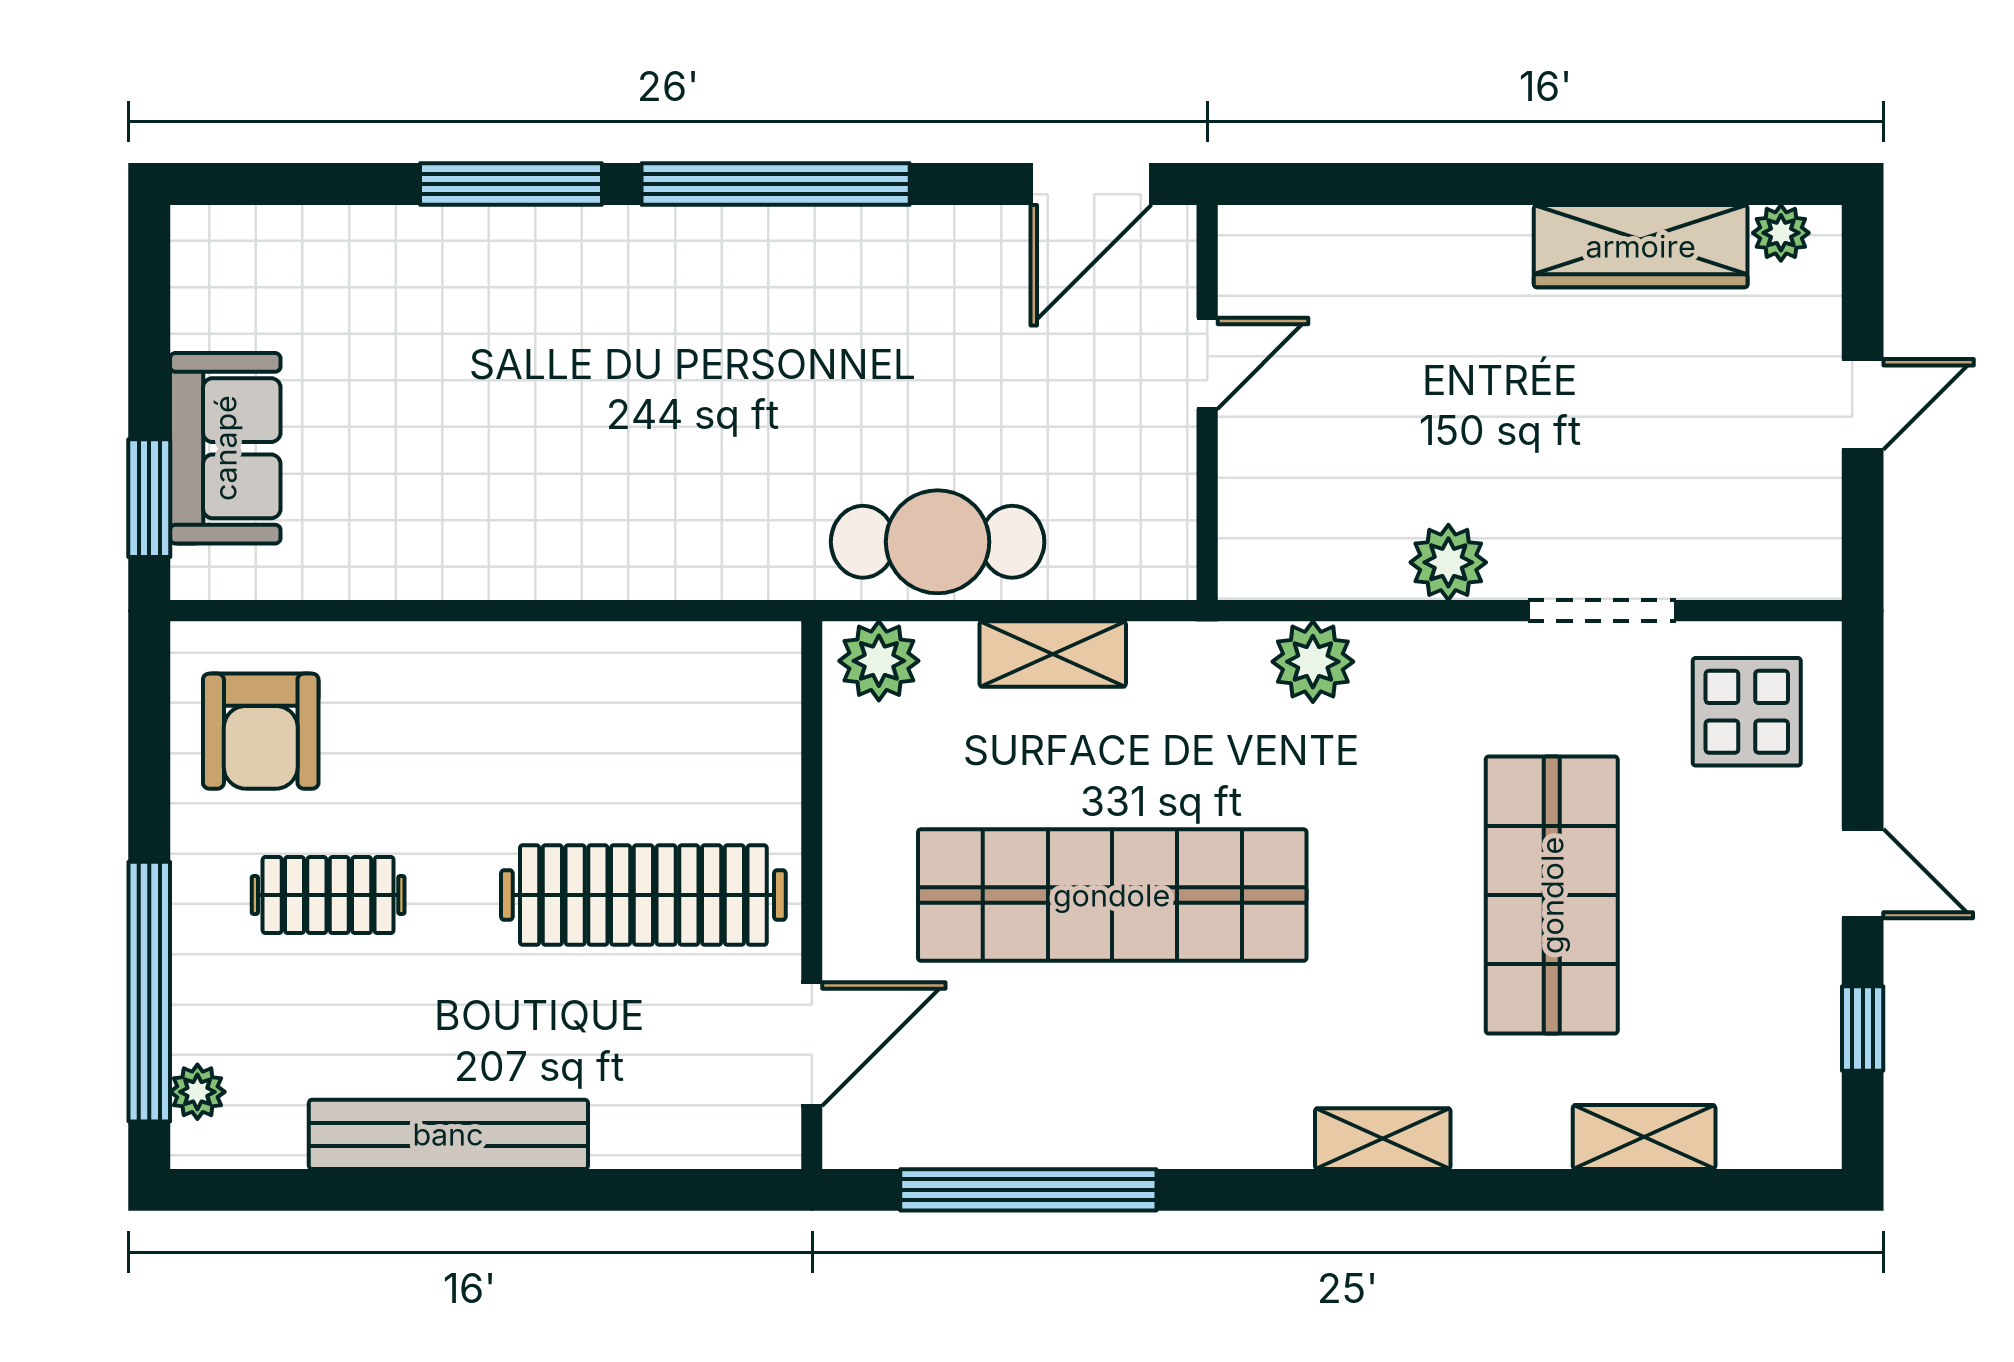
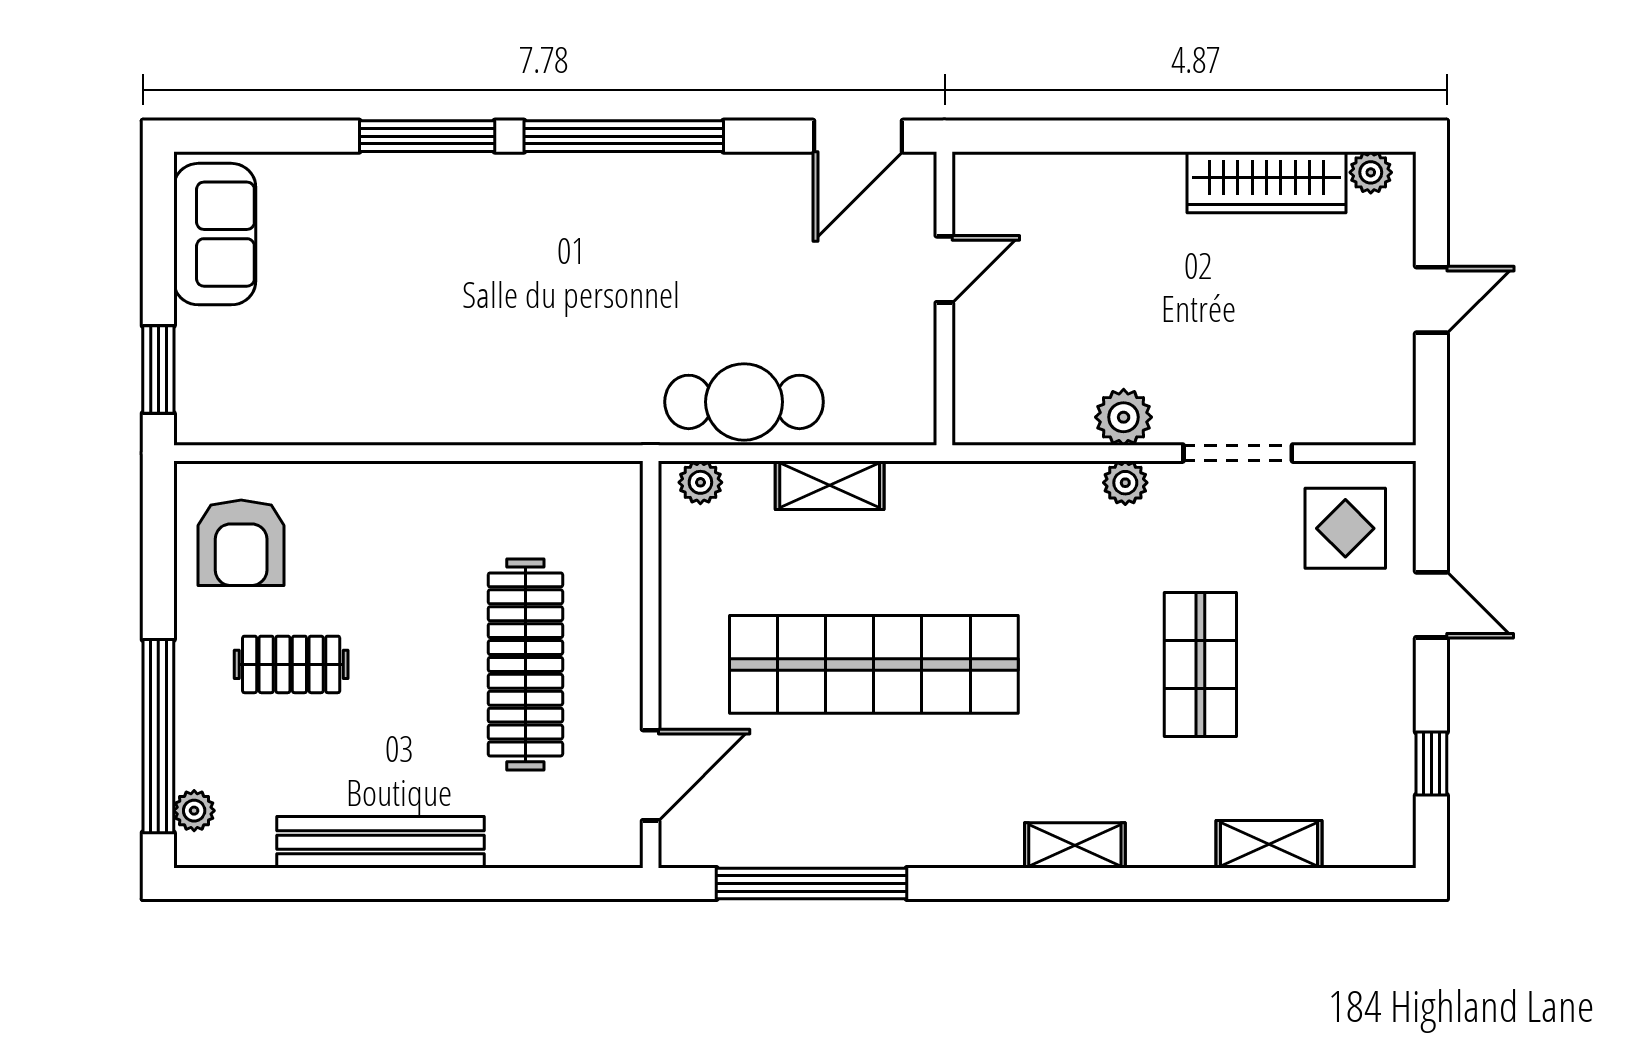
sofa: (225, 448) -> (215, 234), moved
plant: (879, 661) -> (700, 482), width x0.73, depth x0.73
plant: (1313, 662) -> (1125, 483), moved, width x0.73, depth x0.73
door: (1863, 874) -> (1431, 605), moved
clothes rail: (643, 895) -> (525, 664), turned 90
shop shelf: (1552, 895) -> (1200, 664), width x0.70, depth x0.74

